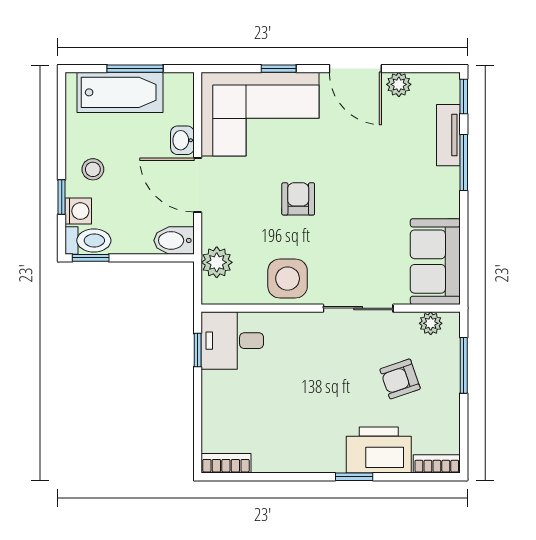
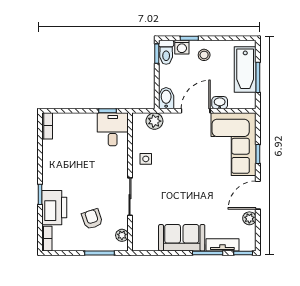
armchair: (298, 199) -> (188, 165), removed
sofa: (435, 262) -> (182, 238), moved
side table: (288, 279) -> (146, 159), width x0.54, depth x0.54

